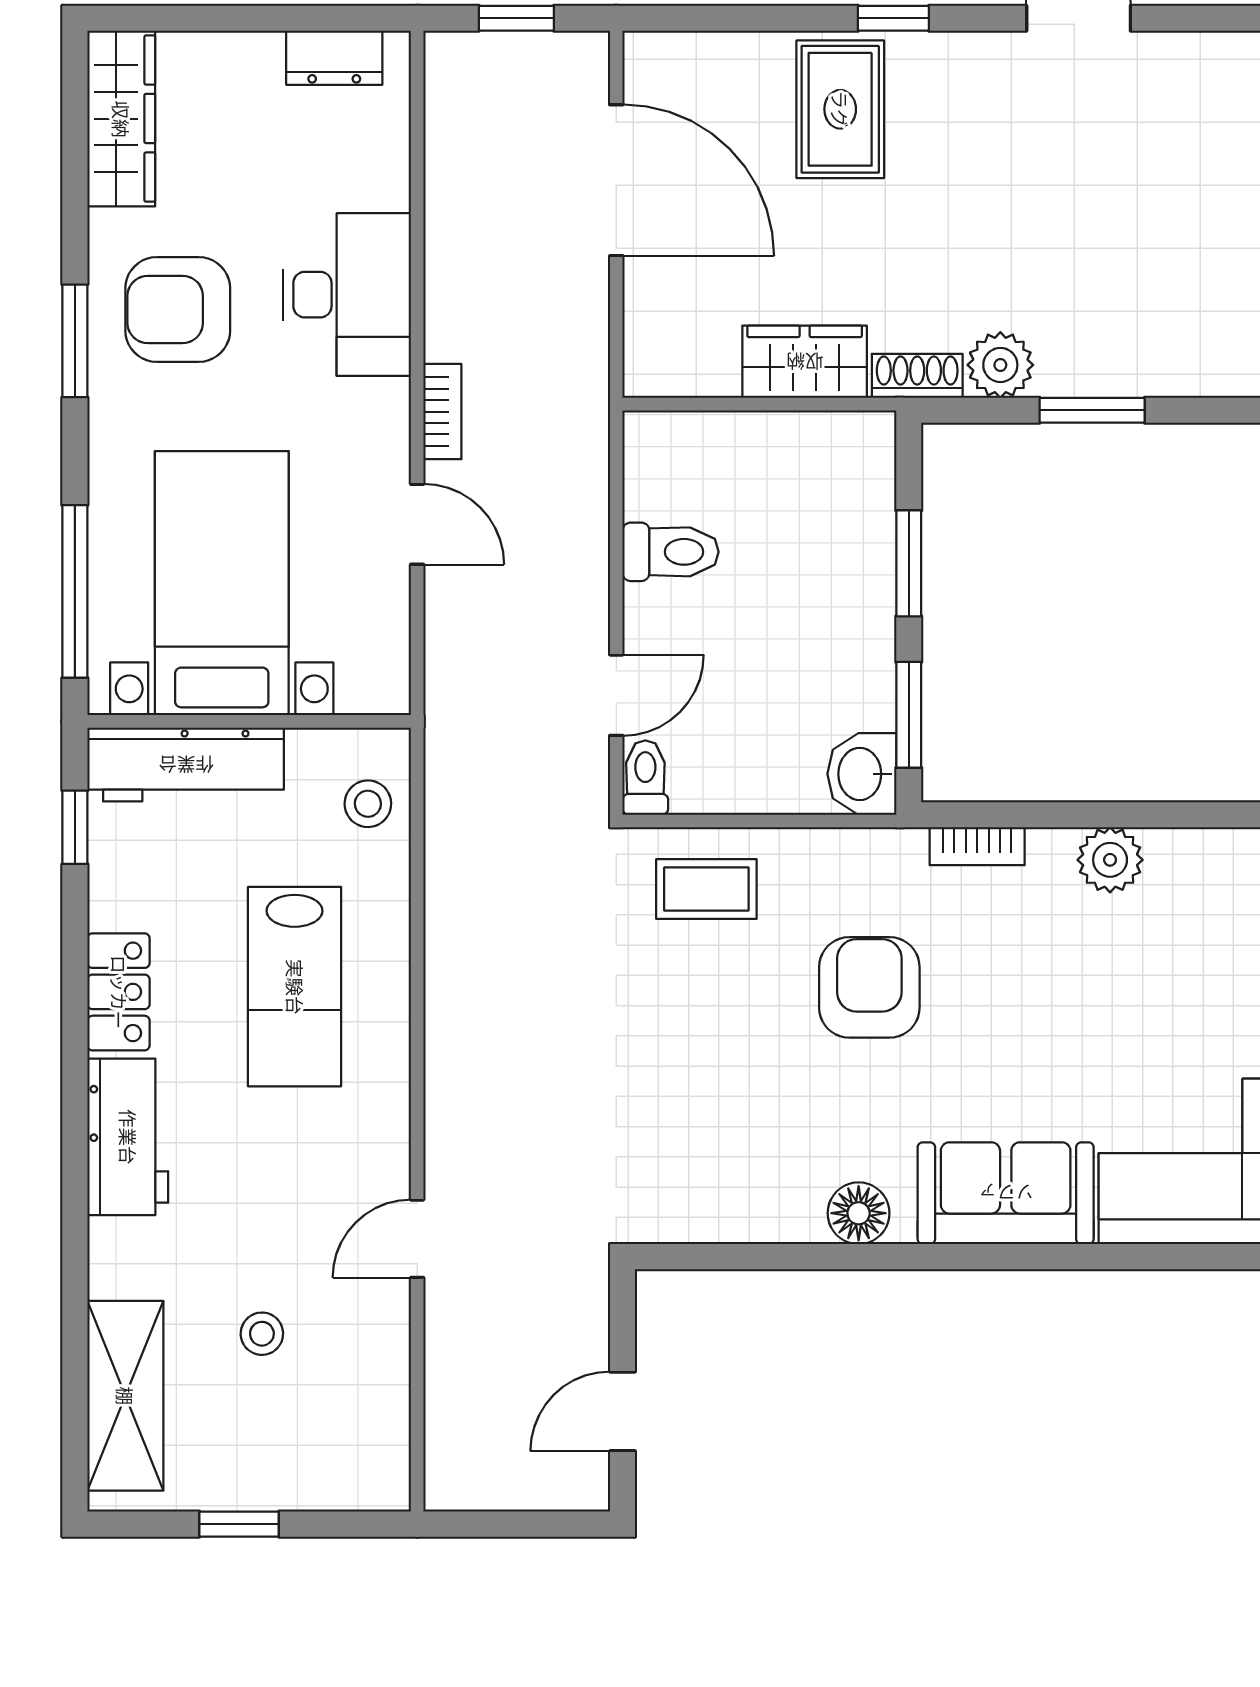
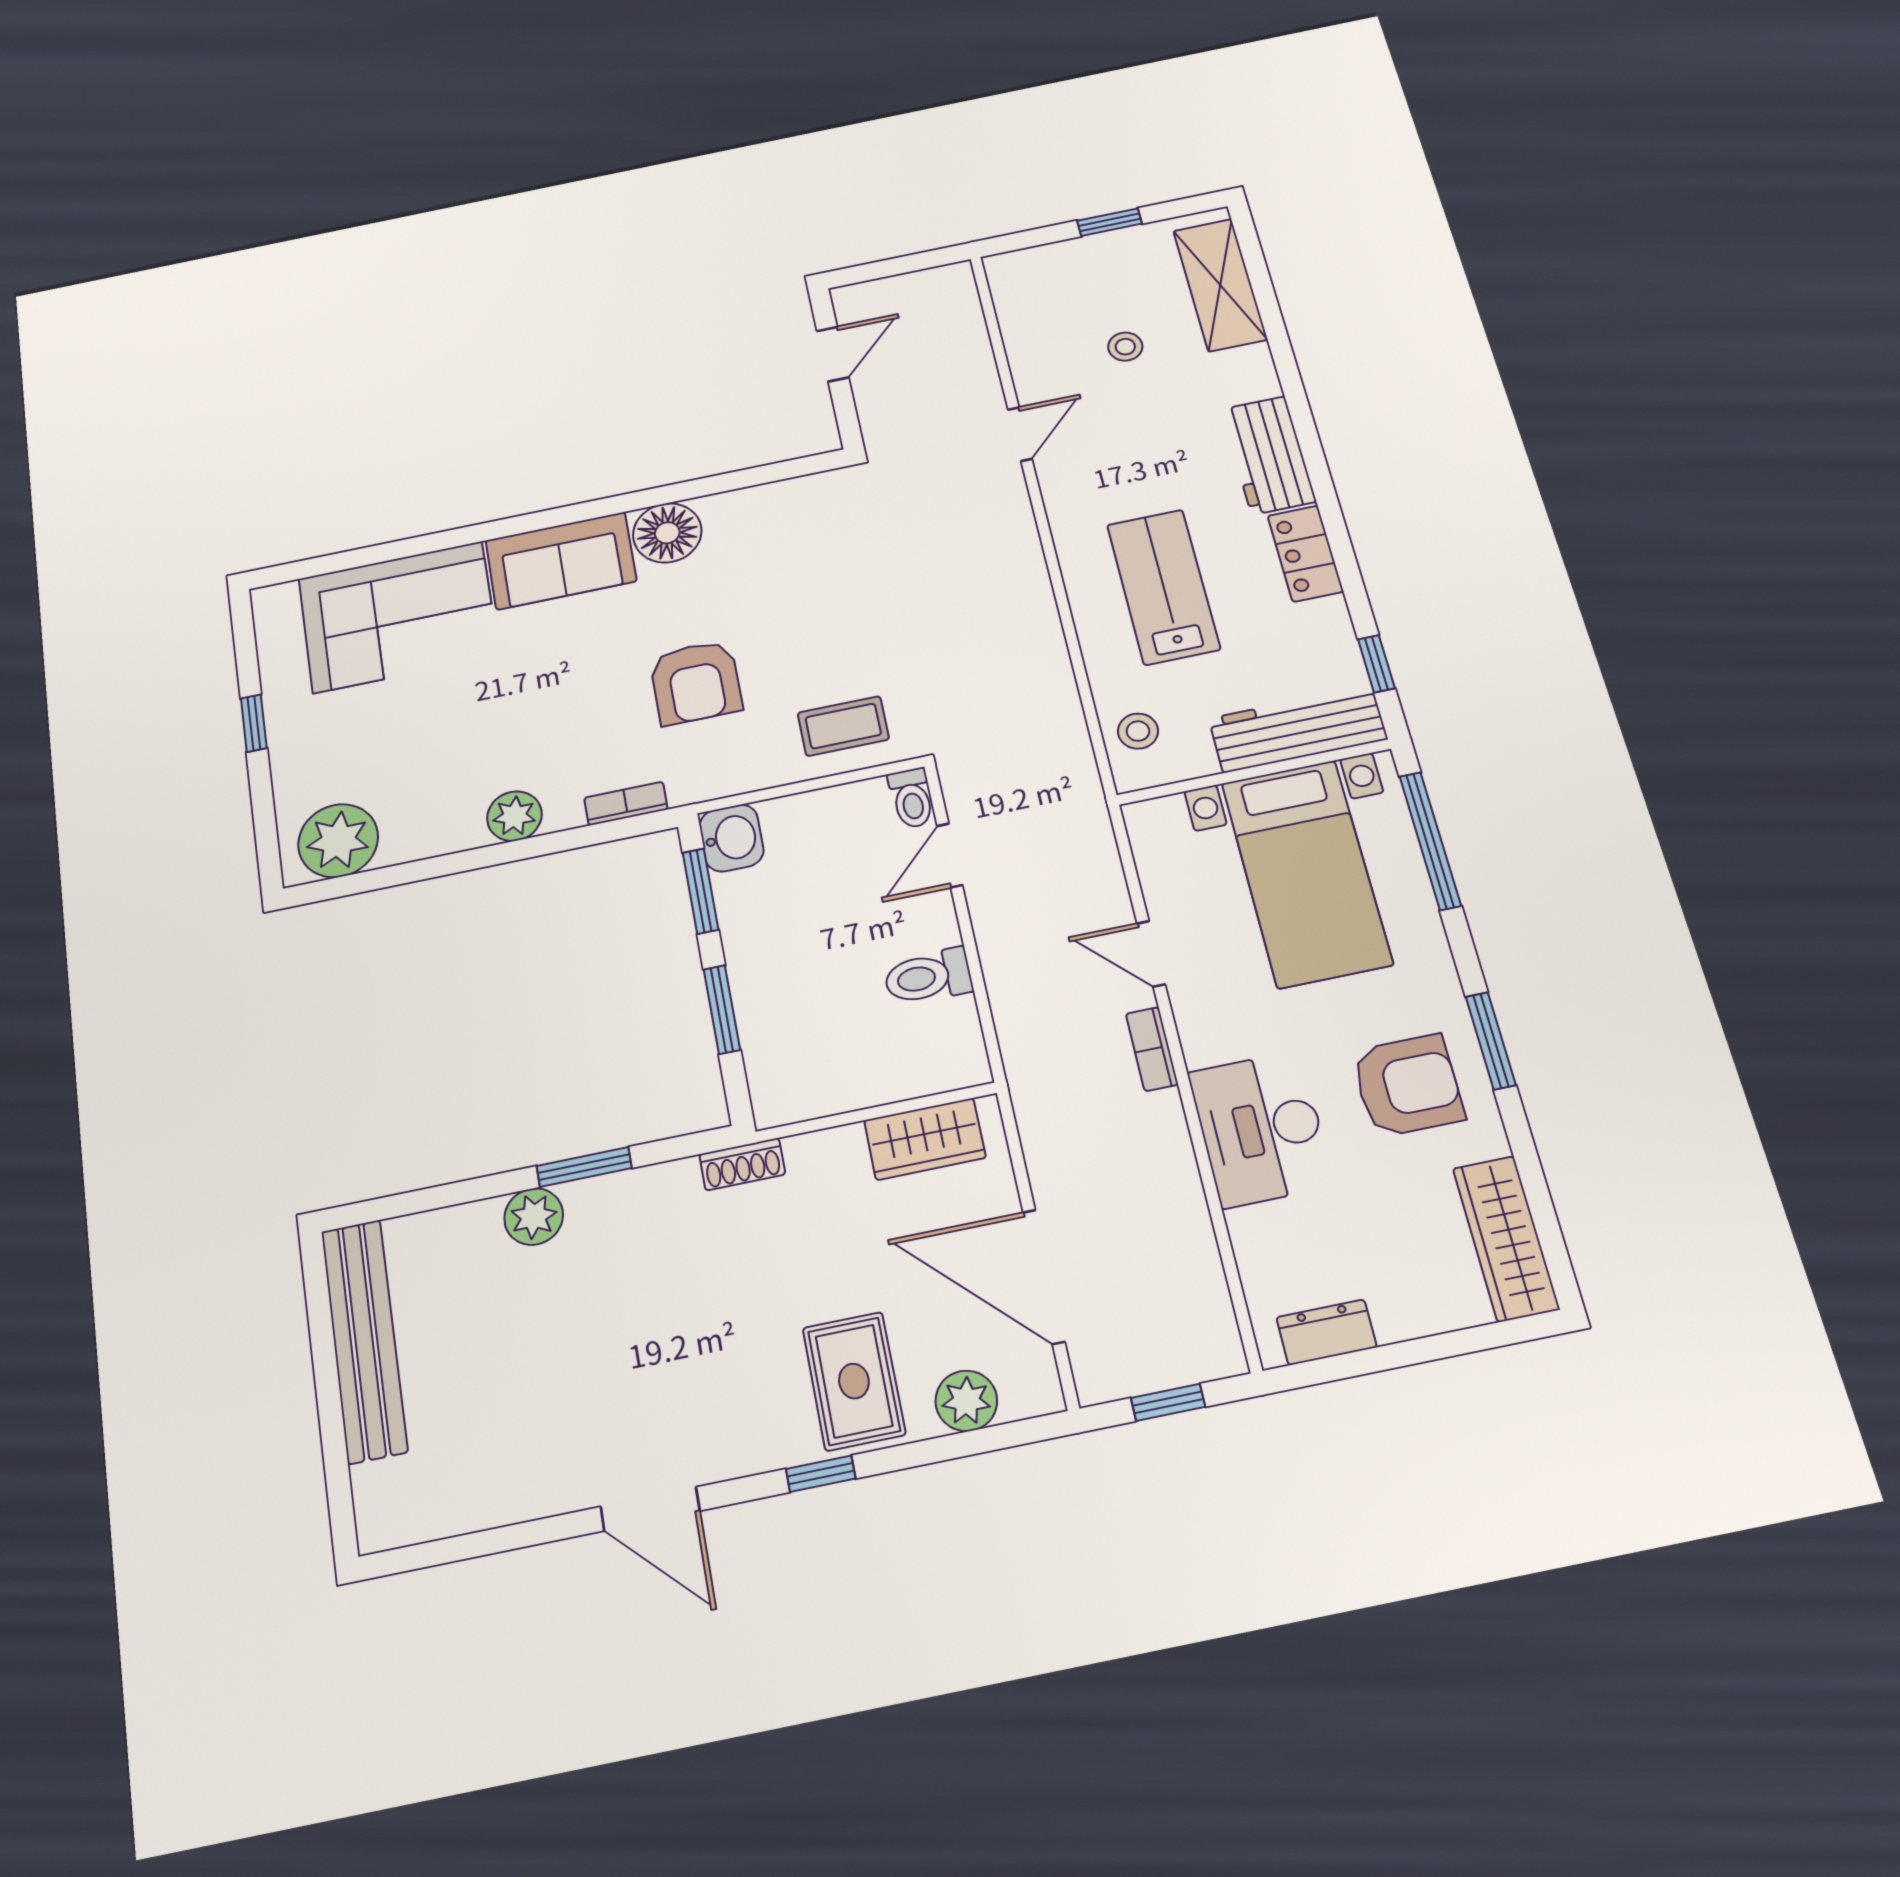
plant: (726, 64) -> (966, 1401), added
wardrobe: (805, 362) -> (925, 1139), moved
plant: (1000, 365) -> (534, 1217), moved
floor lamp: (859, 1213) -> (667, 533), width x1.38, depth x1.38

